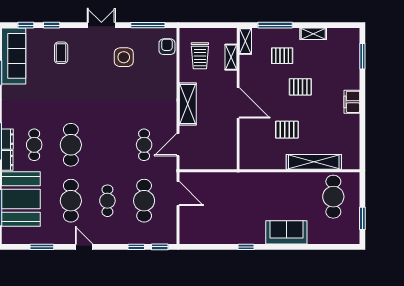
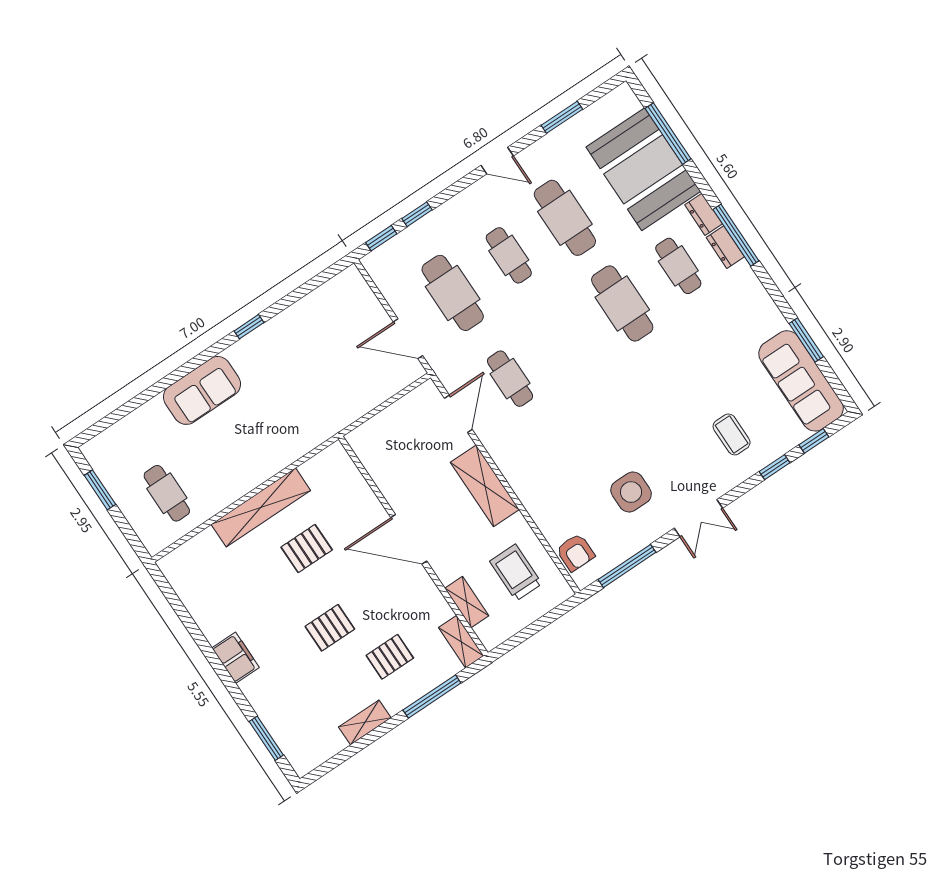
shelving: (314, 162) -> (261, 507), moved
cafe table: (333, 197) -> (167, 493), width x0.73, depth x0.74

